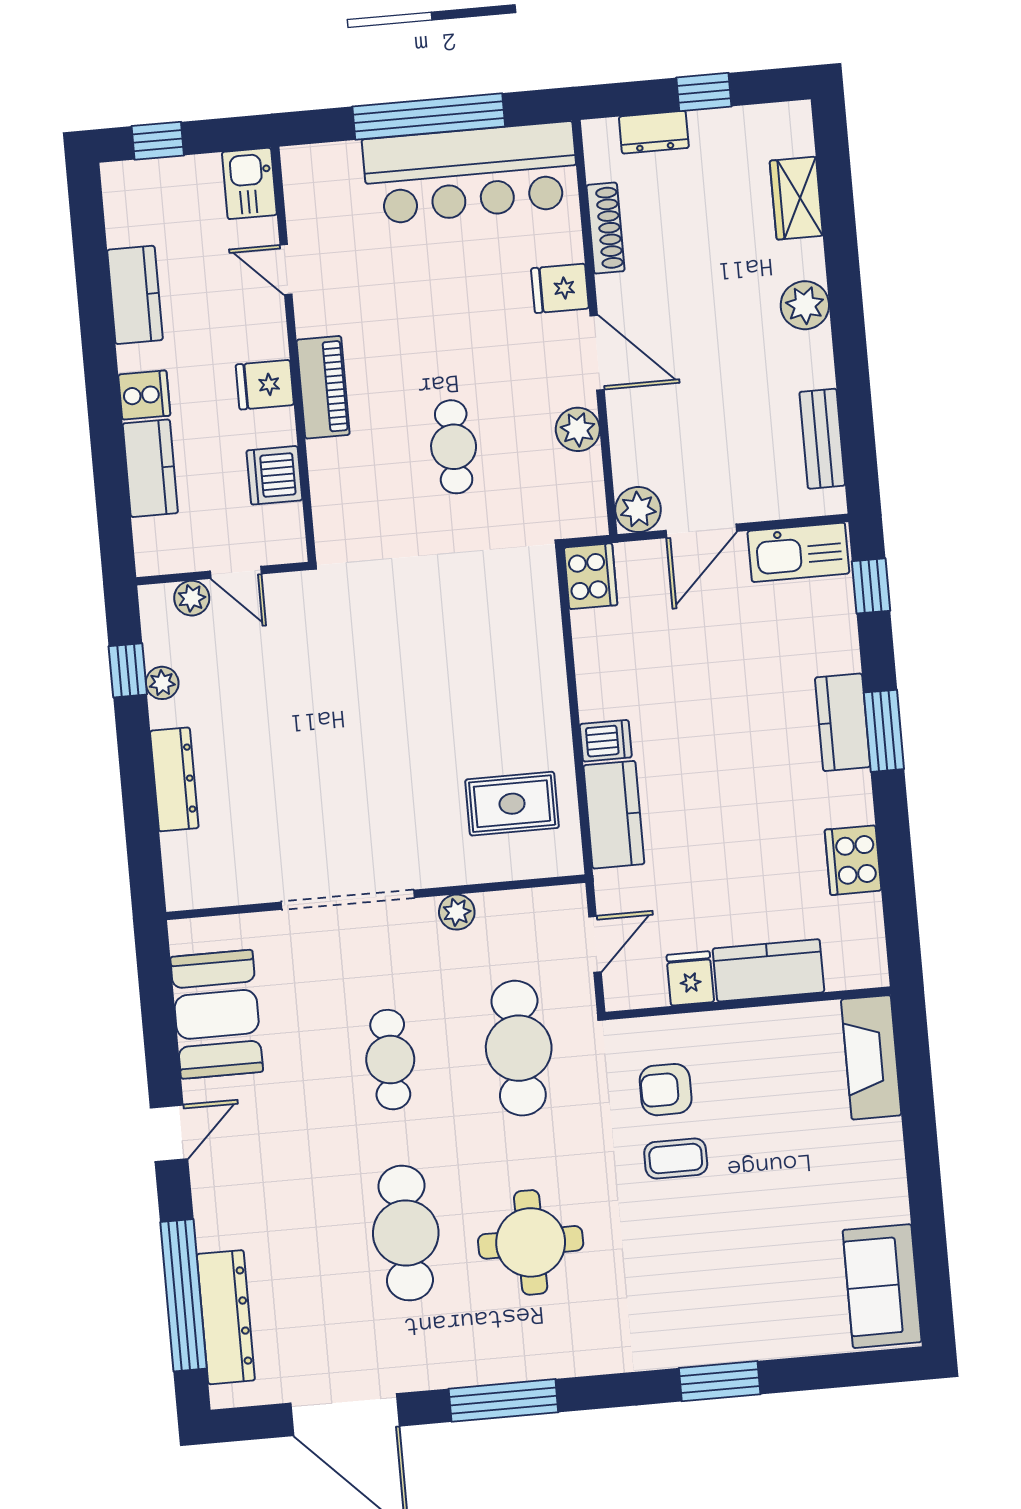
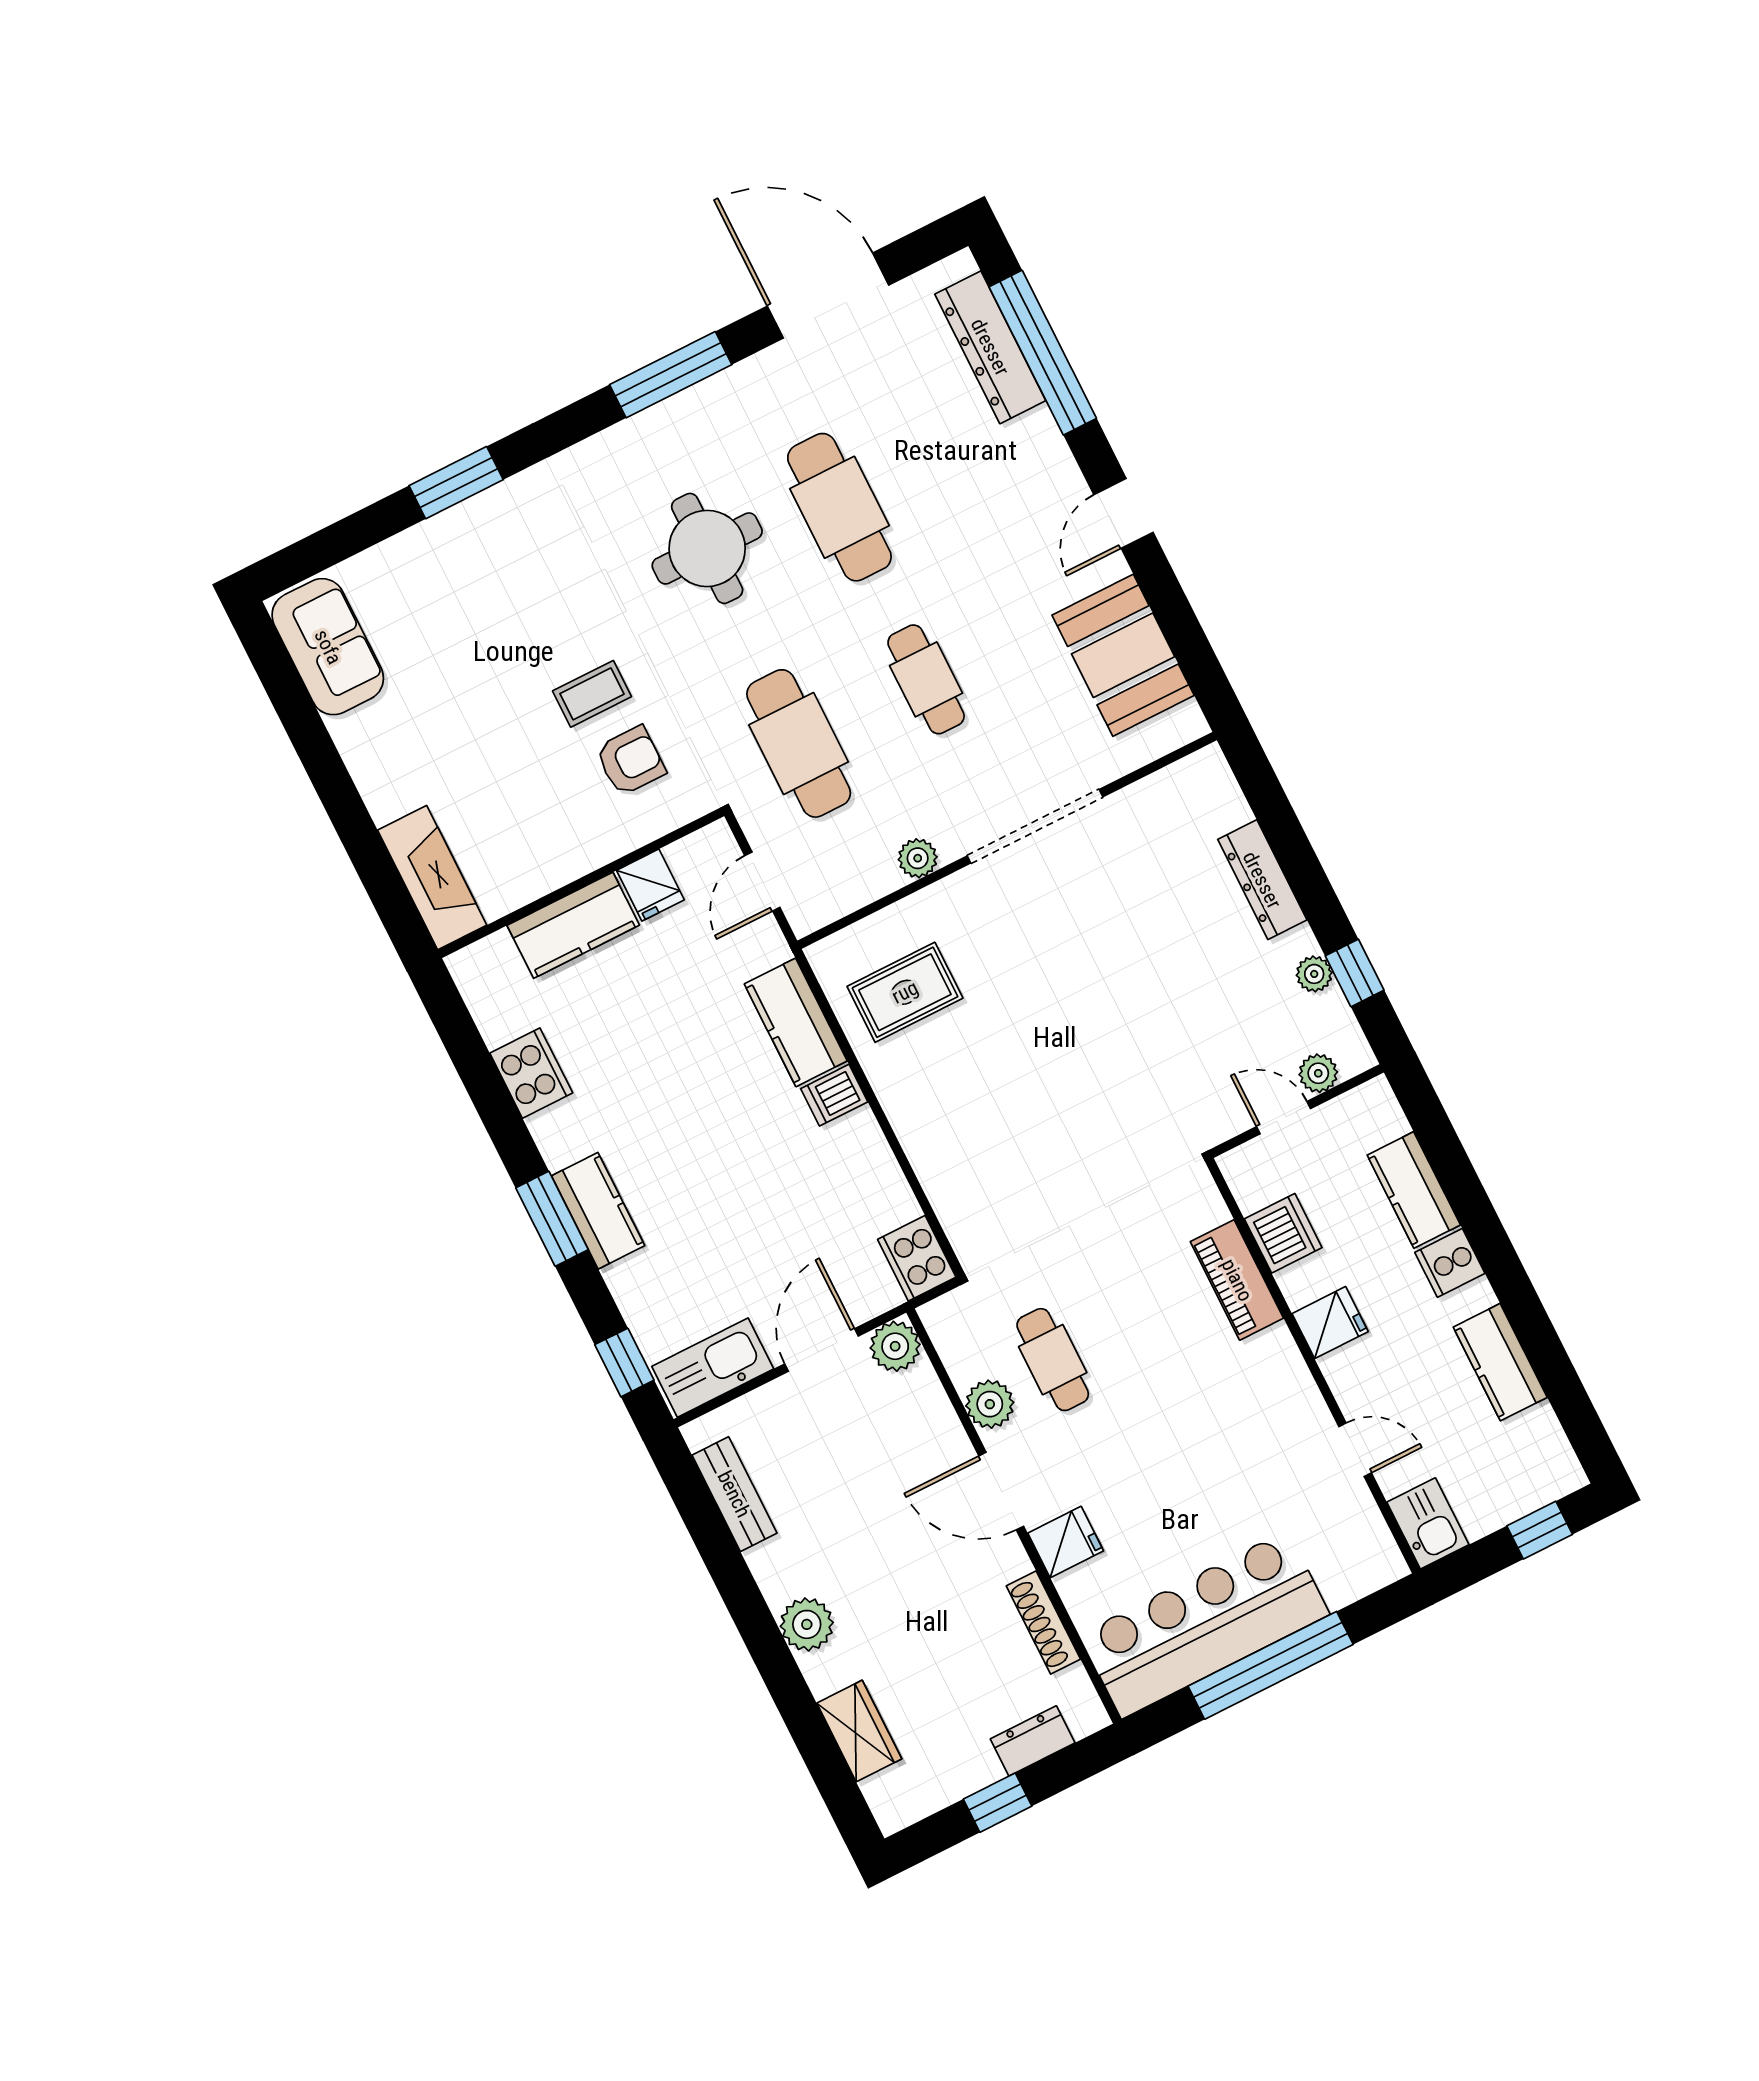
piano: (323, 387) -> (1237, 1280), moved
cafe table: (454, 447) -> (1053, 1360), moved

